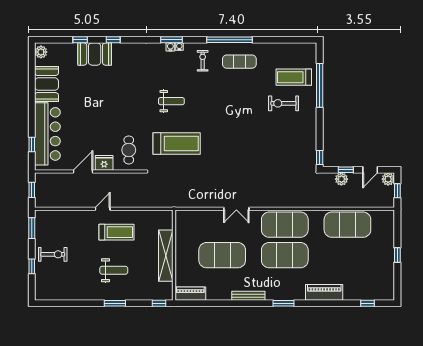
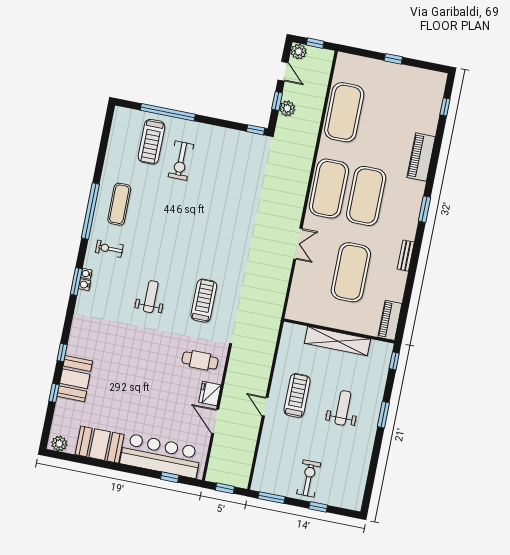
treadmill: (177, 144) -> (204, 301), width x0.73, depth x0.73
bench: (248, 296) -> (406, 256), width x0.73

